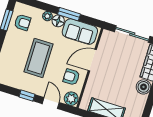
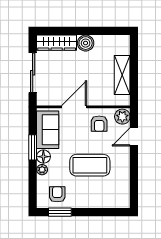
door: (92, 60) -> (74, 107), swing flipped
window: (27, 96) -> (134, 165), removed

